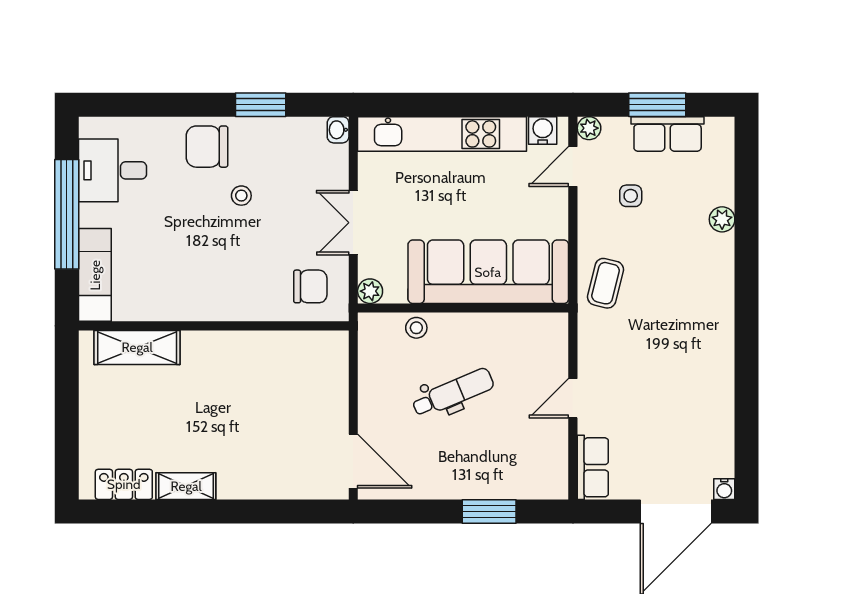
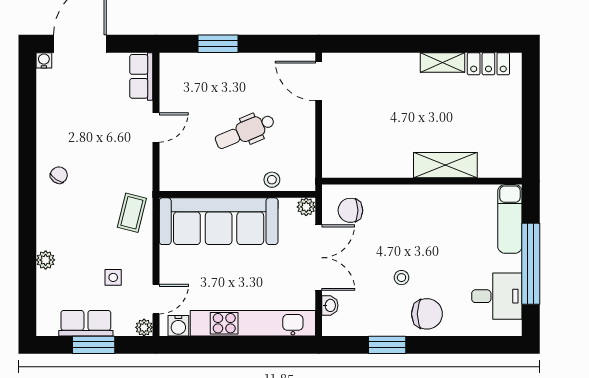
washbasin: (338, 130) -> (330, 305), moved
double door: (353, 223) -> (319, 258), width x1.37
chair: (704, 334) -> (59, 175), added
shelving: (137, 347) -> (445, 165), moved

